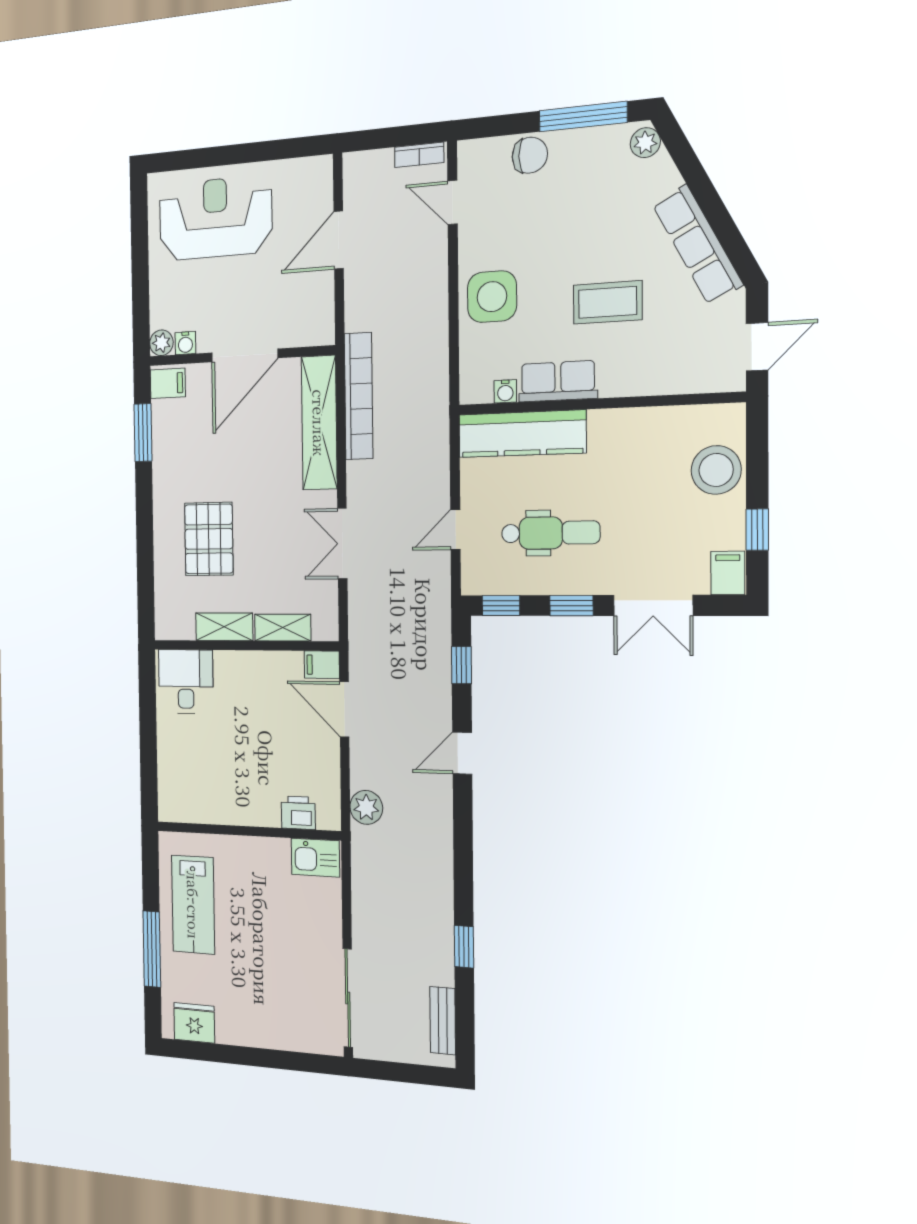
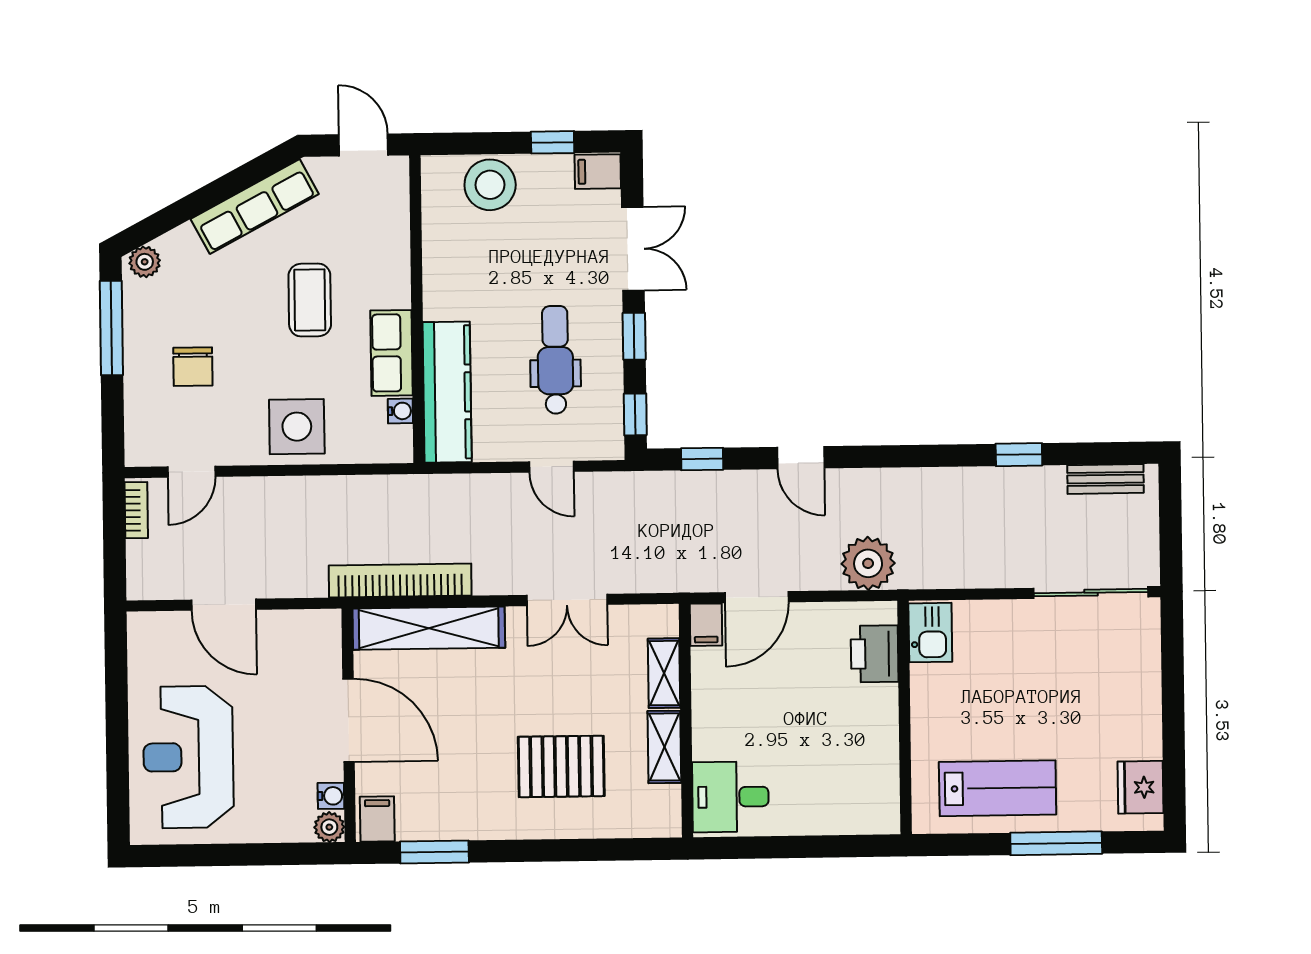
chair: (530, 155) -> (193, 367), moved, turned 180
plant: (366, 807) -> (868, 563), width x1.36, depth x1.36
printer: (298, 813) -> (875, 654), width x1.36, depth x1.24

